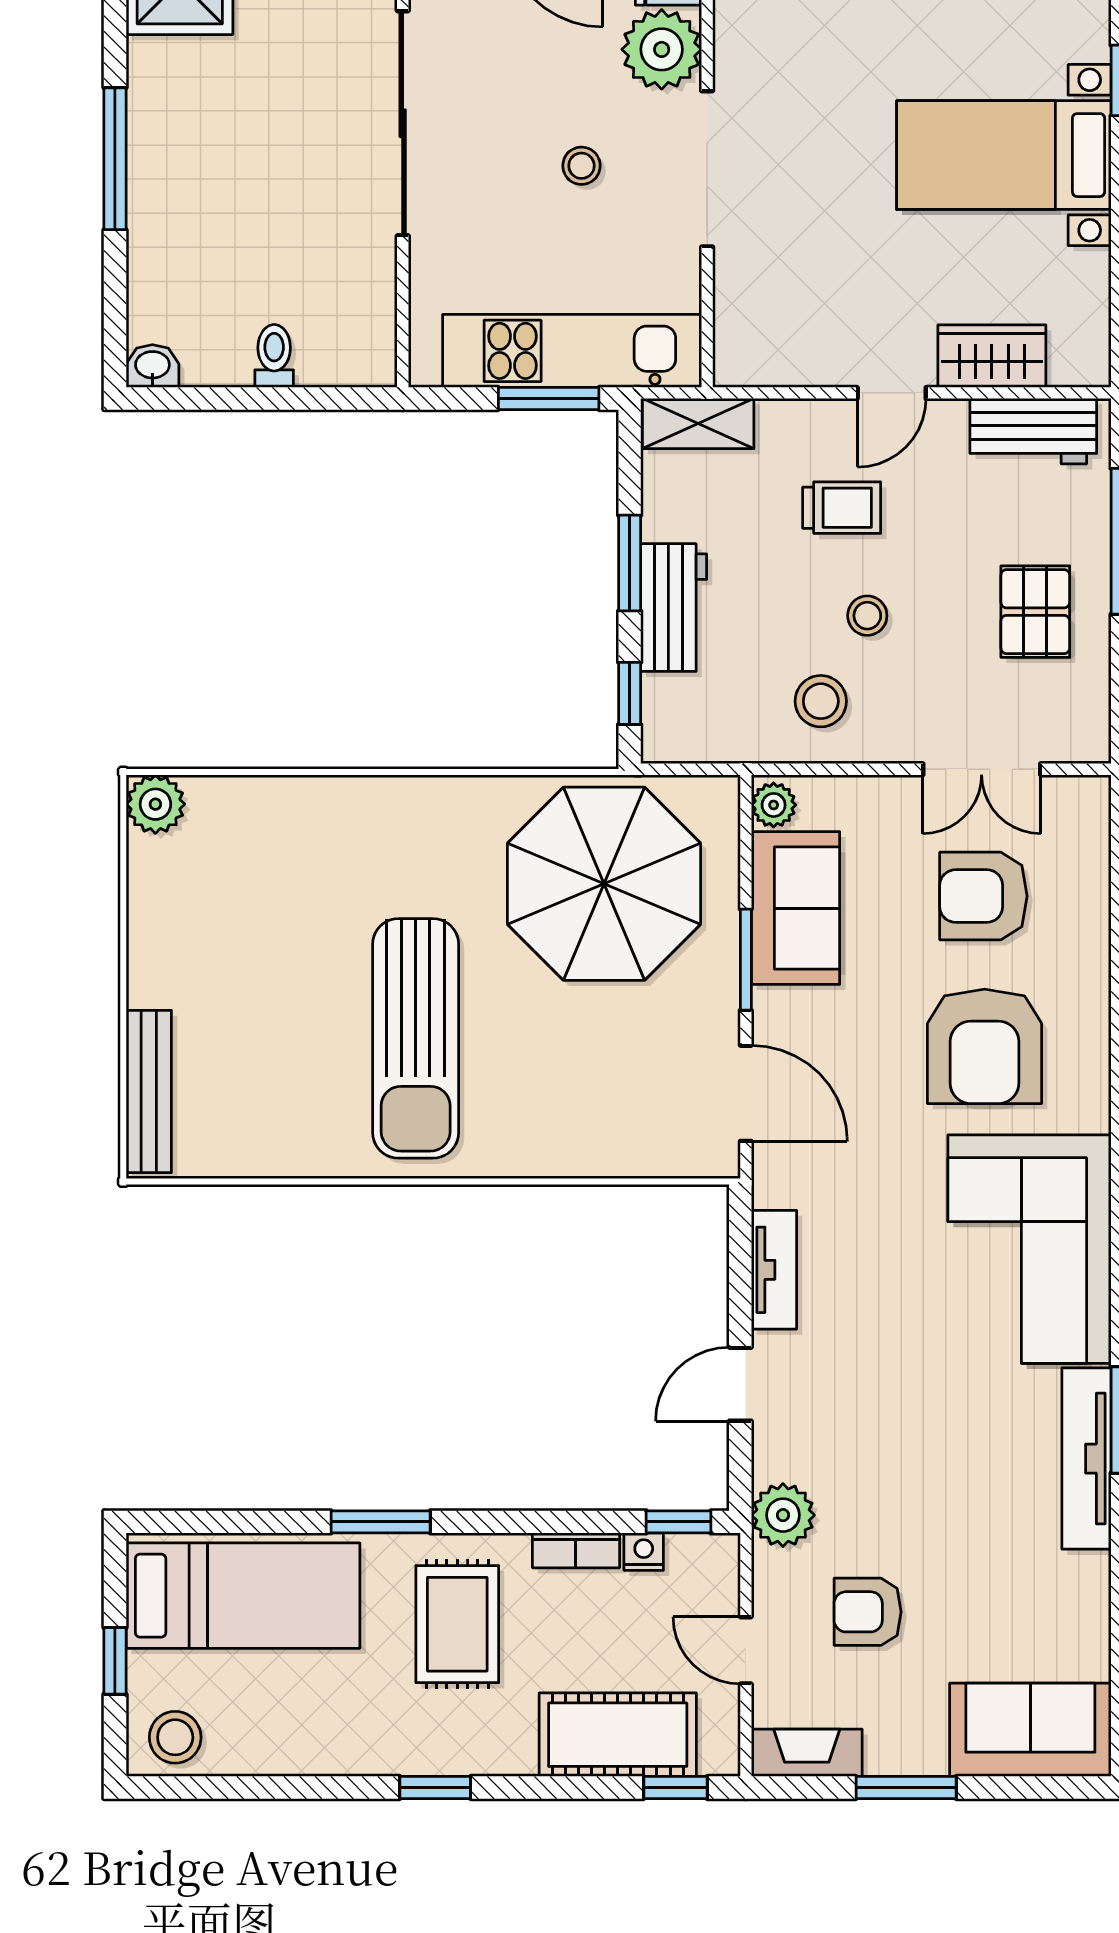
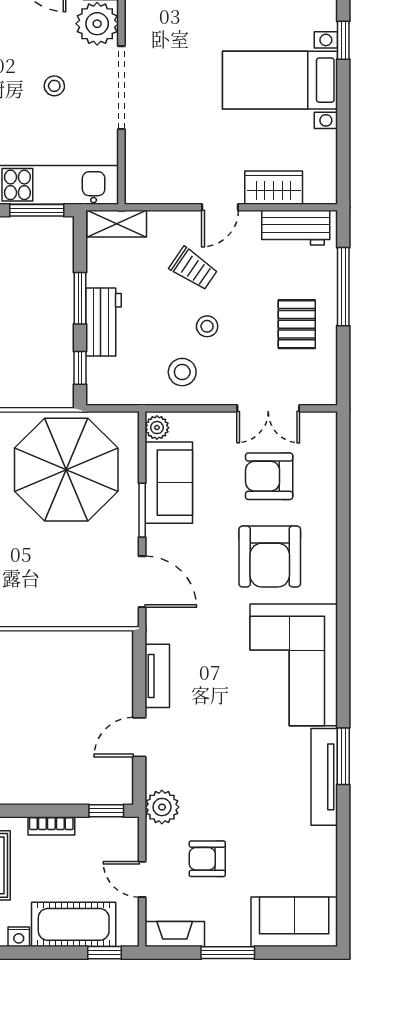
trolley: (842, 508) -> (193, 269), turned 34
nightstand: (644, 1552) -> (19, 937), moved, turned 180

